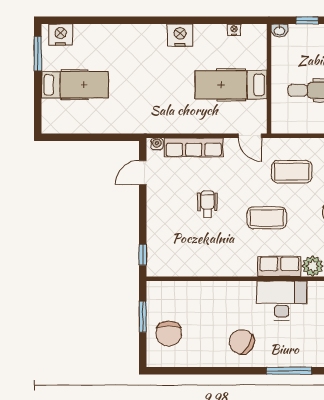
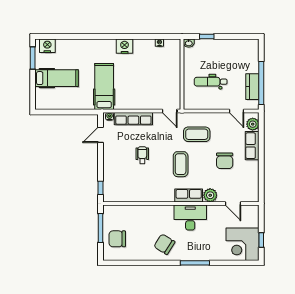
hospital bed: (231, 85) -> (104, 87), moved, turned 90
coffee table: (267, 218) -> (181, 164), turned 90
window: (143, 317) -> (100, 228), width x1.44
chair: (169, 334) -> (117, 239), turned 90

